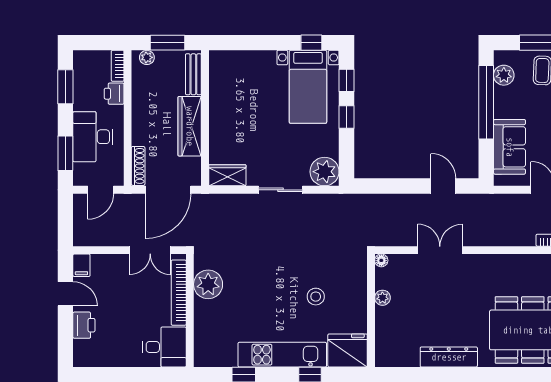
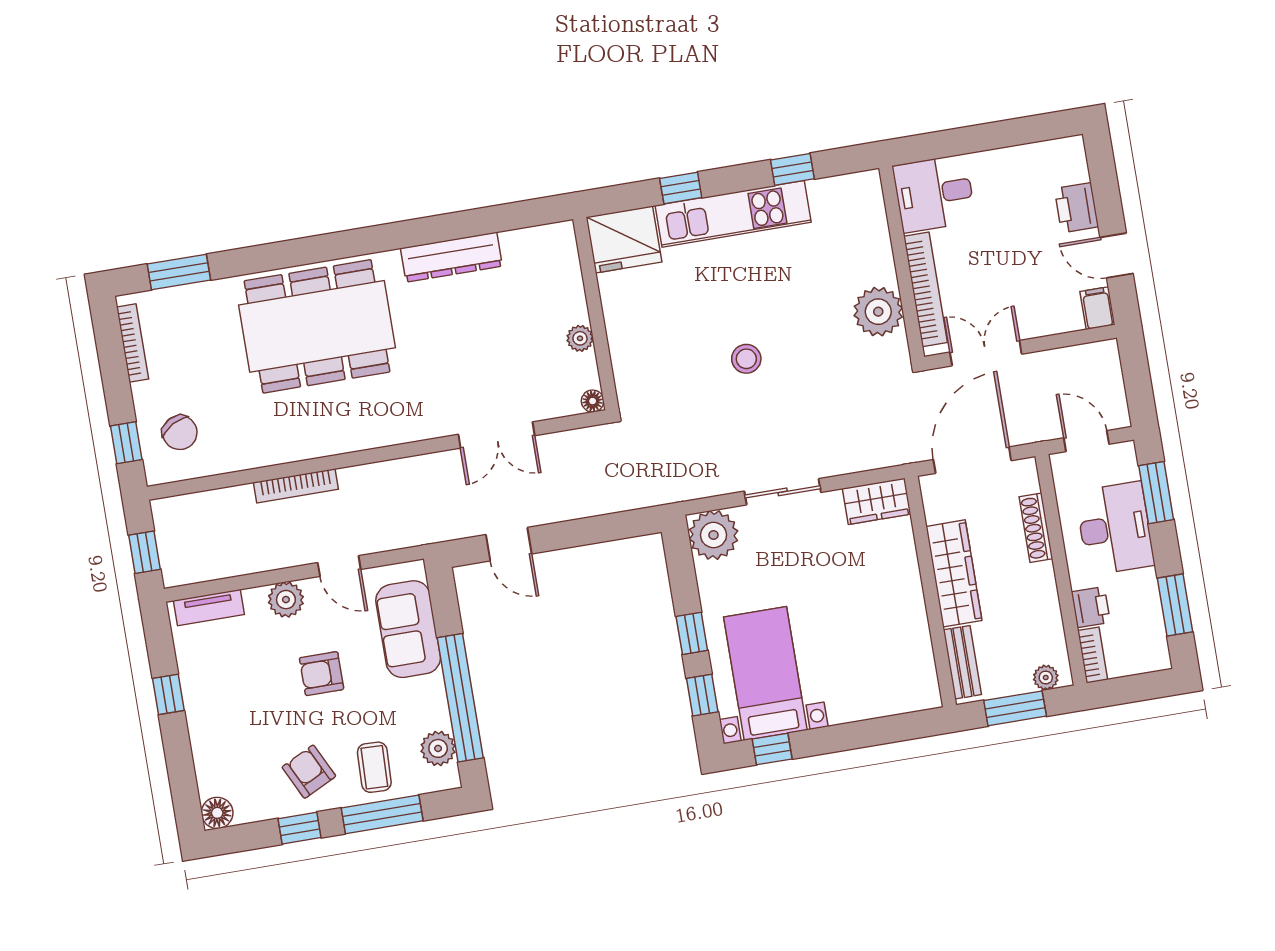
shoe rack: (138, 166) -> (1036, 528), moved
door: (101, 190) -> (1086, 441), hinge flipped
stool: (316, 297) -> (746, 359), moved

